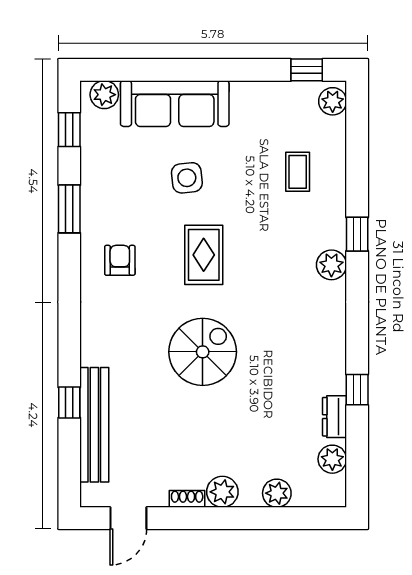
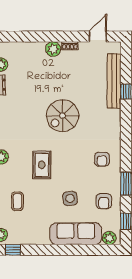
armchair: (116, 172) -> (104, 201), added
rug: (204, 255) -> (42, 165), moved
plant: (277, 493) -> (27, 48), removed

